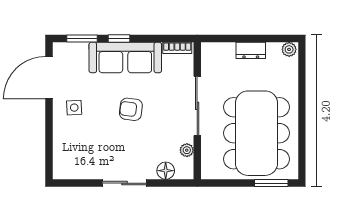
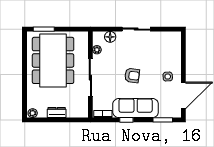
window: (119, 39) -> (126, 120), moved

